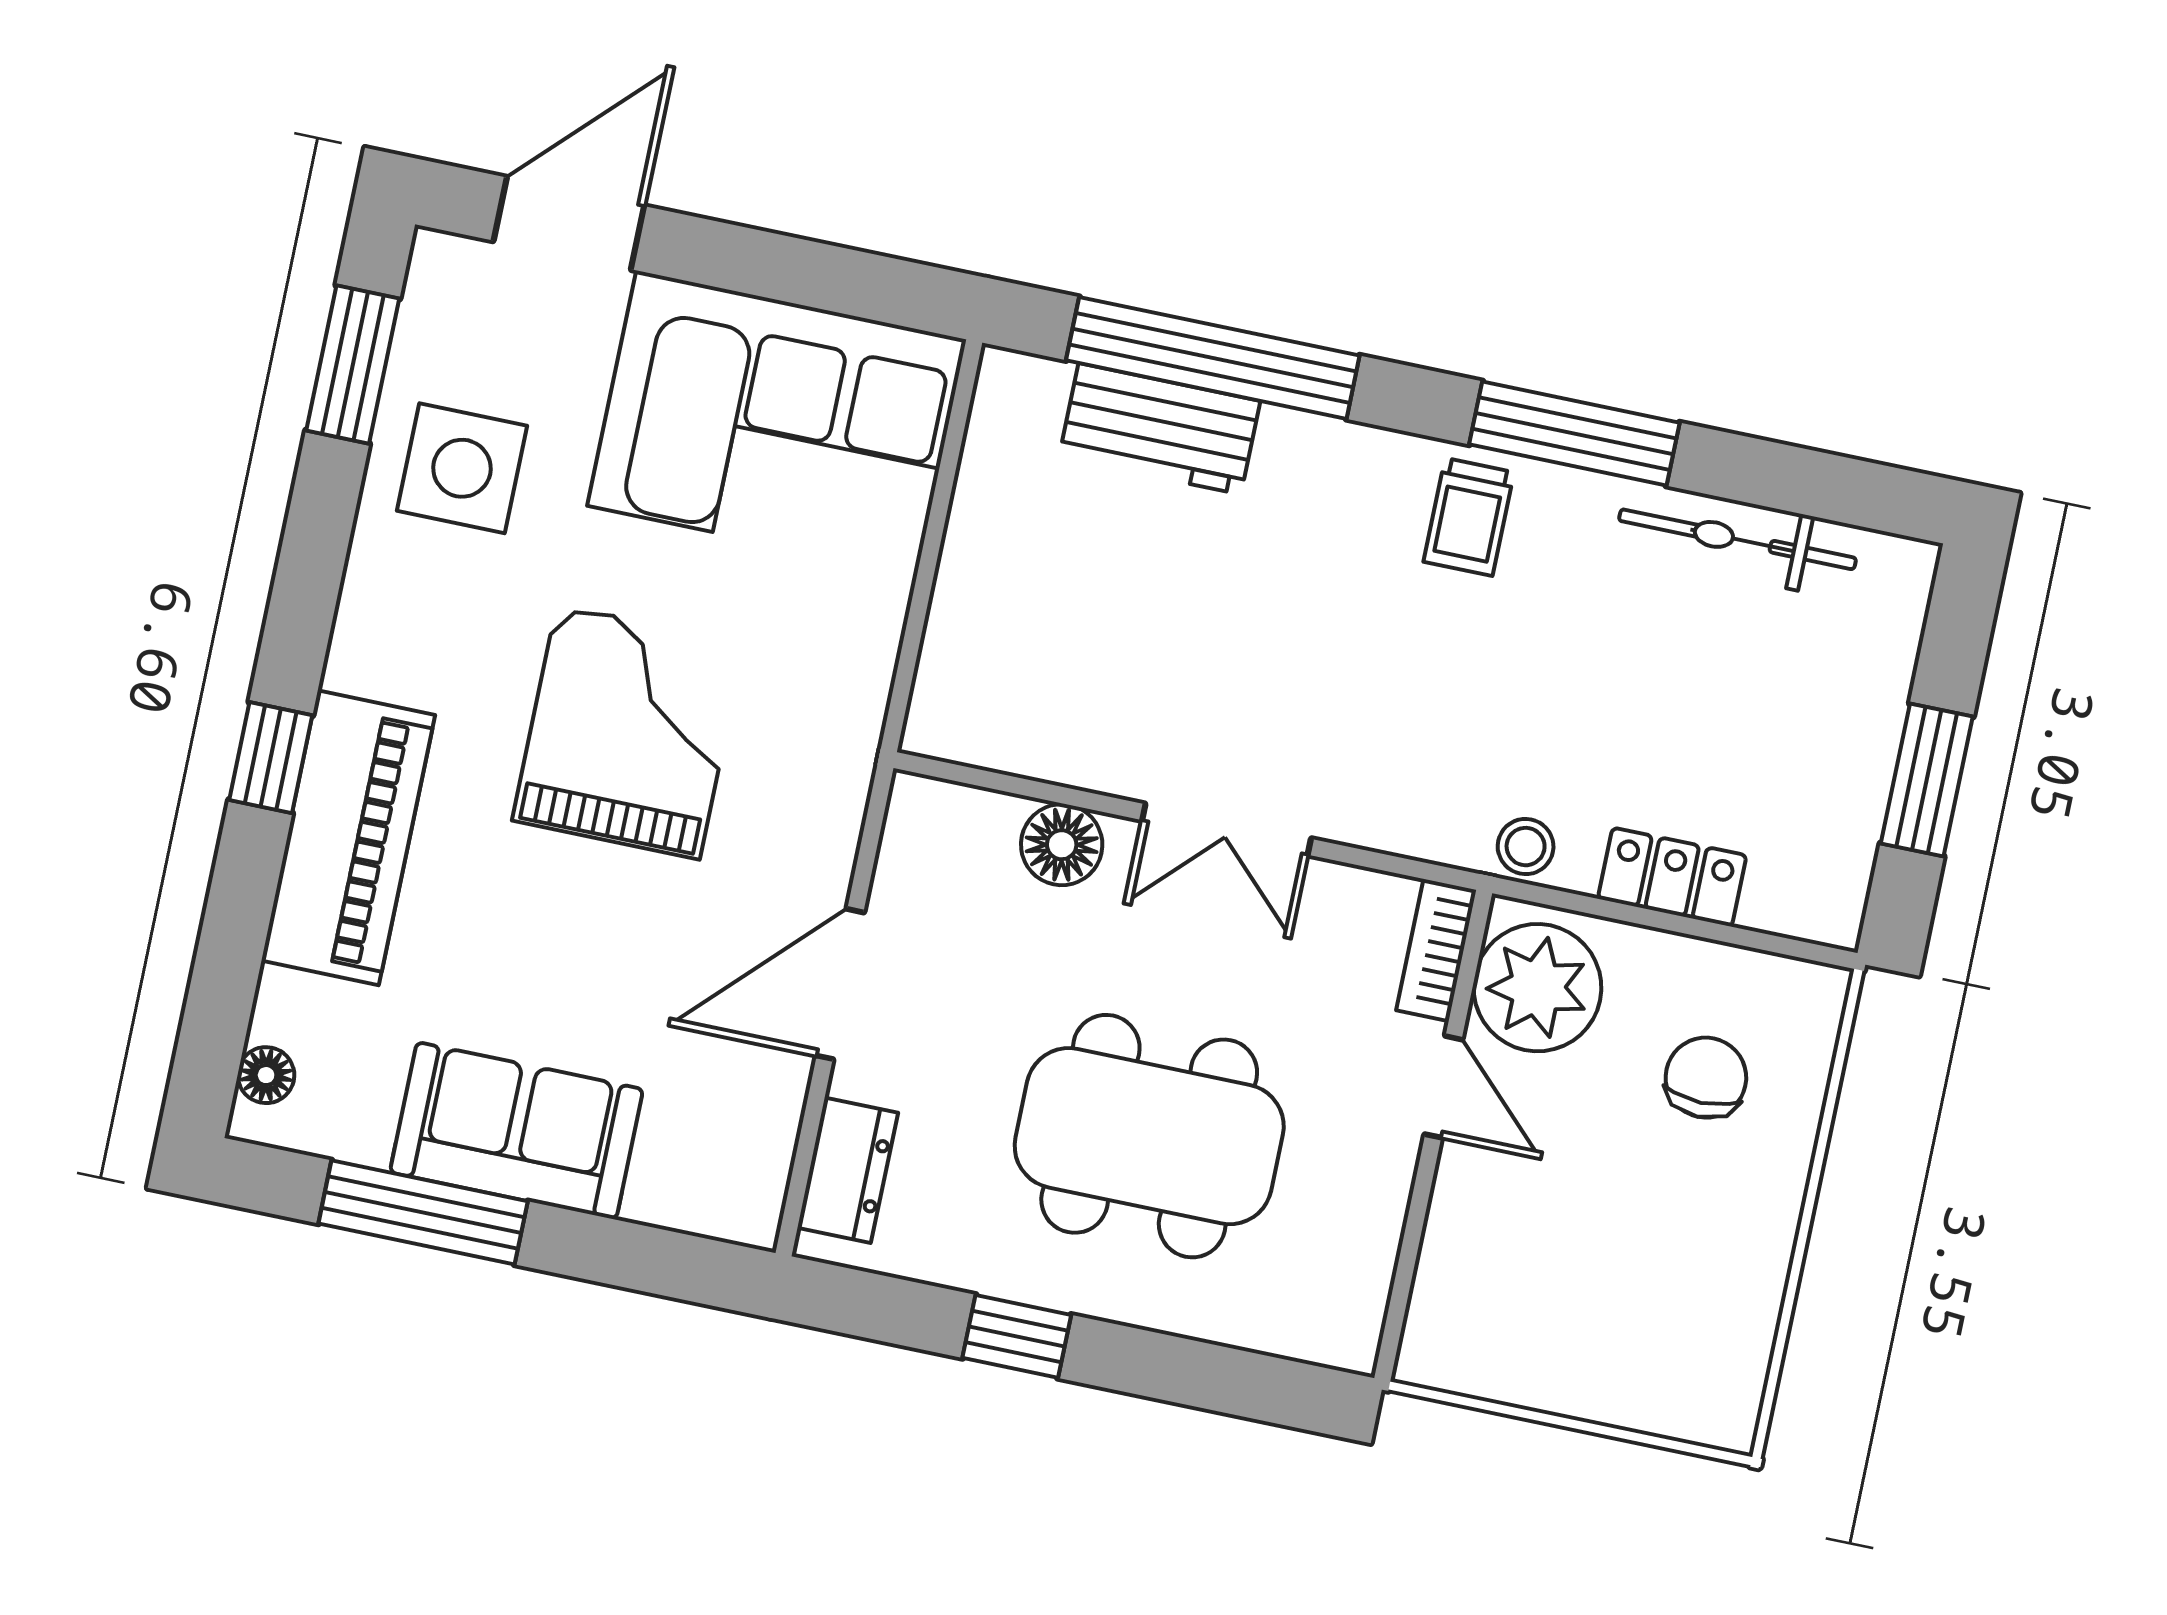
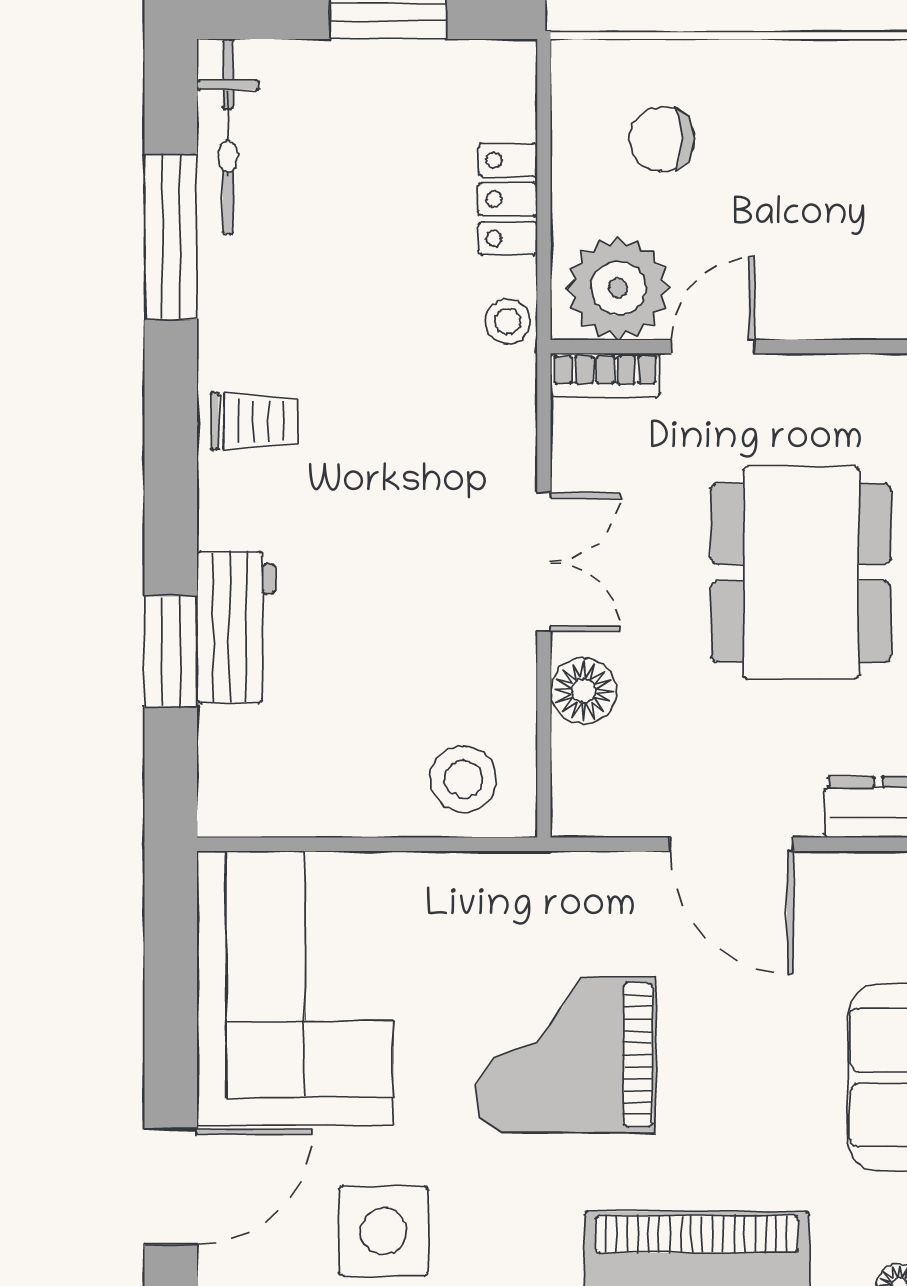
door: (569, 223) -> (171, 1187), swing flipped
window: (1213, 358) -> (171, 652), width x0.47
workbench: (1160, 429) -> (236, 627), moved
window: (1574, 433) -> (171, 237), moved
bicycle: (1737, 539) -> (228, 137), moved
stool: (986, 678) -> (463, 779), added

